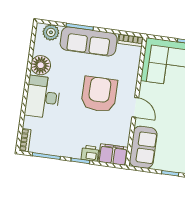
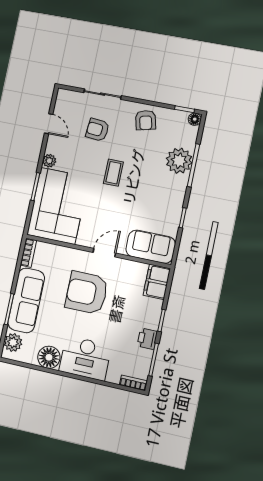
printer: (90, 153) -> (147, 339), moved

